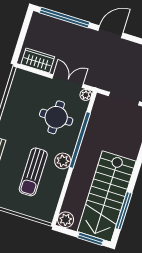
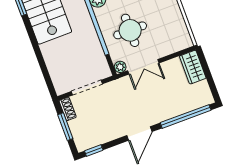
wardrobe: (38, 60) -> (193, 67), moved, turned 90

